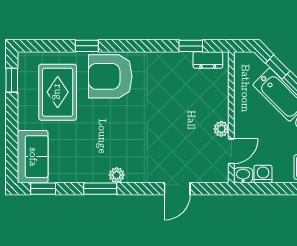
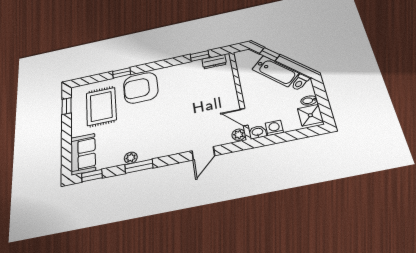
plant: (221, 129) -> (239, 135), moved
door: (231, 151) -> (244, 117), swing flipped
plant: (117, 175) -> (131, 158), moved

